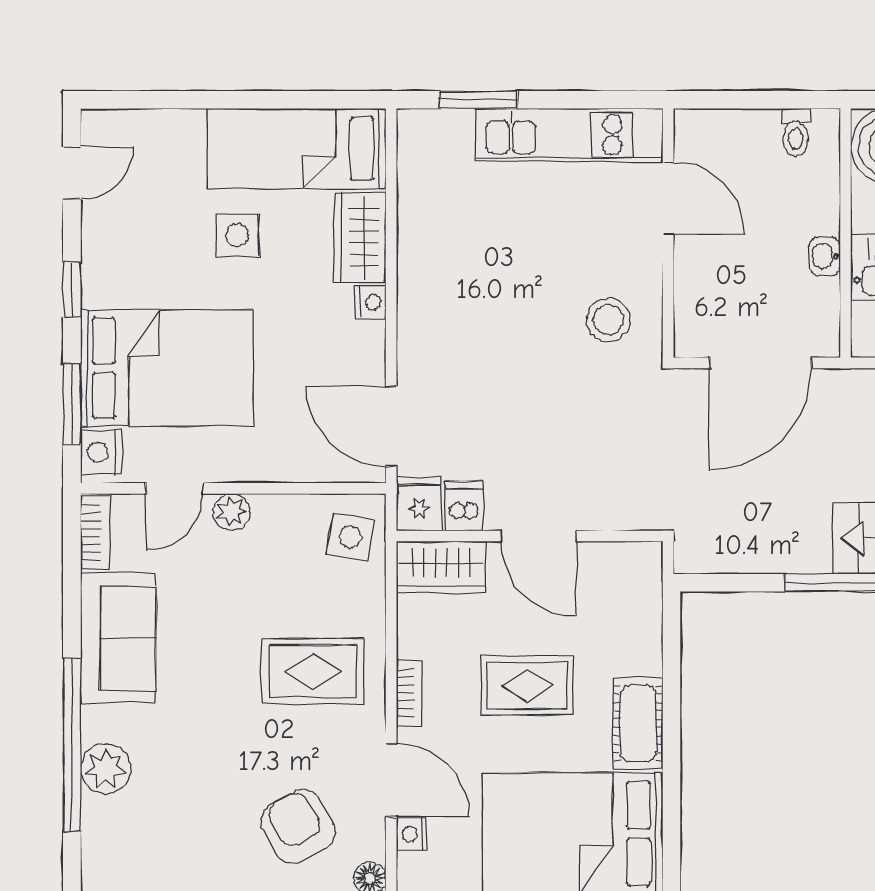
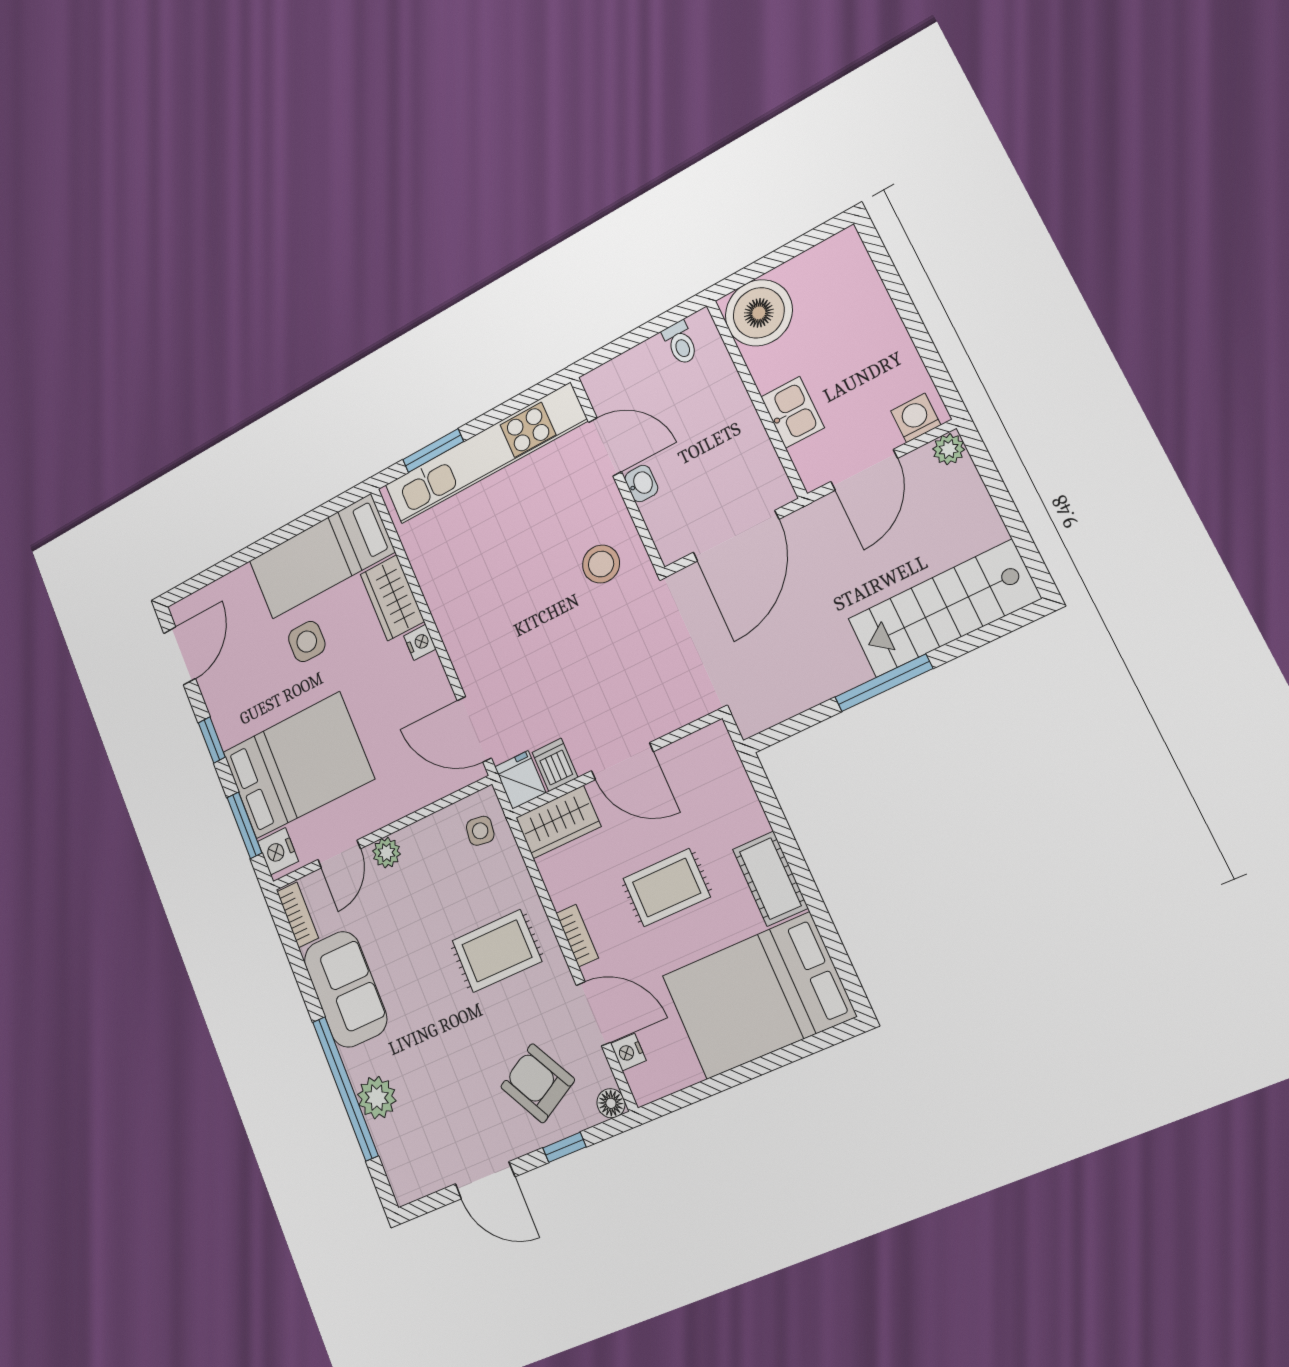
kitchen unit: (569, 135) -> (485, 454), width x1.36
door: (72, 173) -> (180, 656), width x1.38
washbasin: (825, 256) -> (641, 483), moved, turned 180
side table: (350, 537) -> (480, 831), width x0.73, depth x0.73

